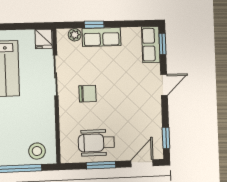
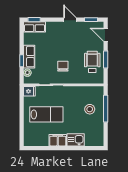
door: (164, 85) -> (70, 20), moved
wheelchair: (96, 143) -> (92, 62), turned 180
stool: (37, 151) -> (90, 109), moved

